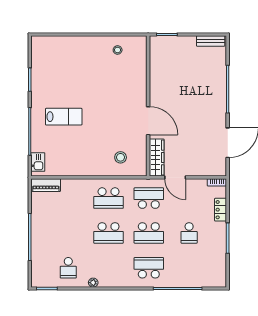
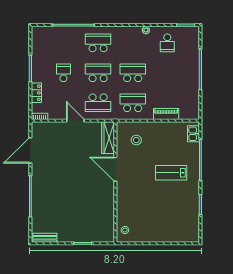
wall: (148, 106) -> (115, 182), moved
door: (148, 121) -> (115, 169), moved
stool: (121, 157) -> (136, 140), moved
wardrobe: (157, 157) -> (108, 138), moved
piano: (46, 185) -> (166, 114), moved
school desk: (68, 268) -> (167, 43), turned 180
school desk: (149, 268) -> (98, 43), turned 180

